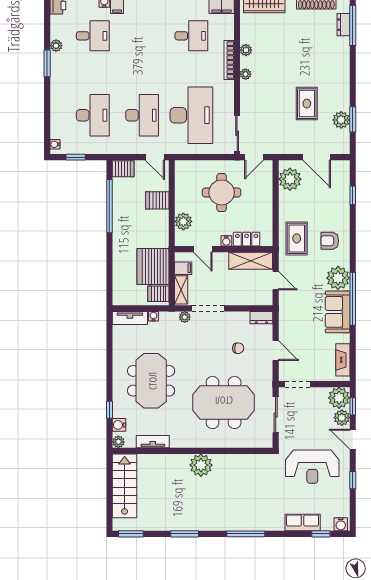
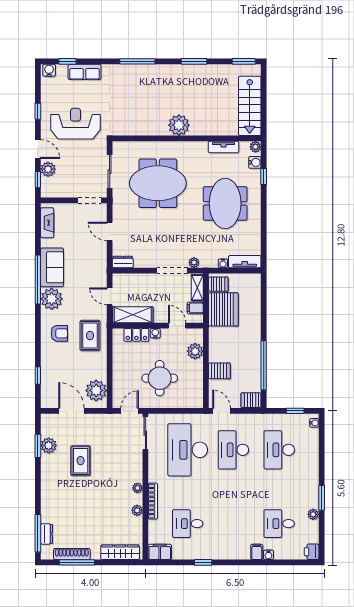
chair: (238, 348) -> (144, 234), removed
plant: (339, 398) -> (51, 188), removed

